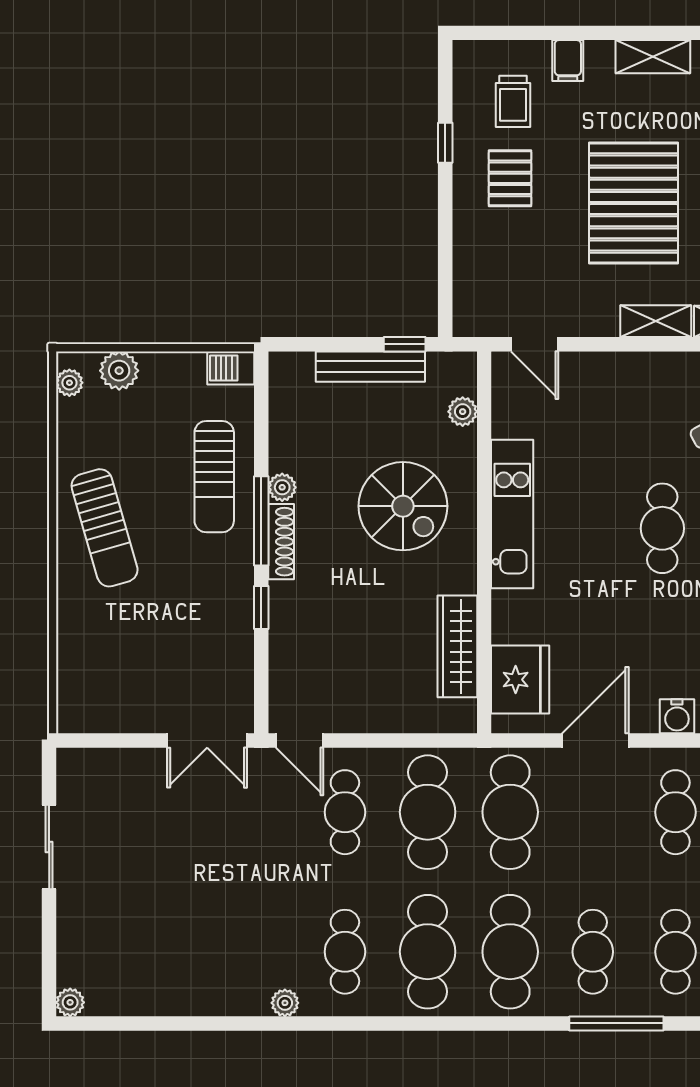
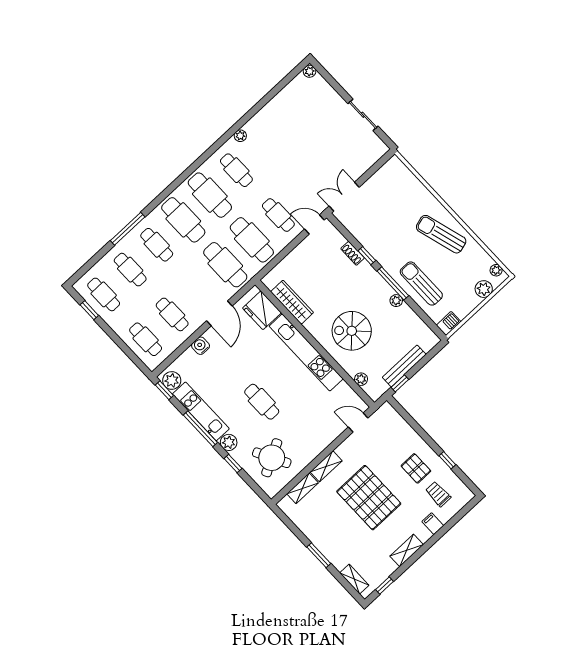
kitchen unit: (512, 514) -> (306, 352), width x1.36
shoe rack: (281, 542) -> (353, 253), moved, width x0.70

